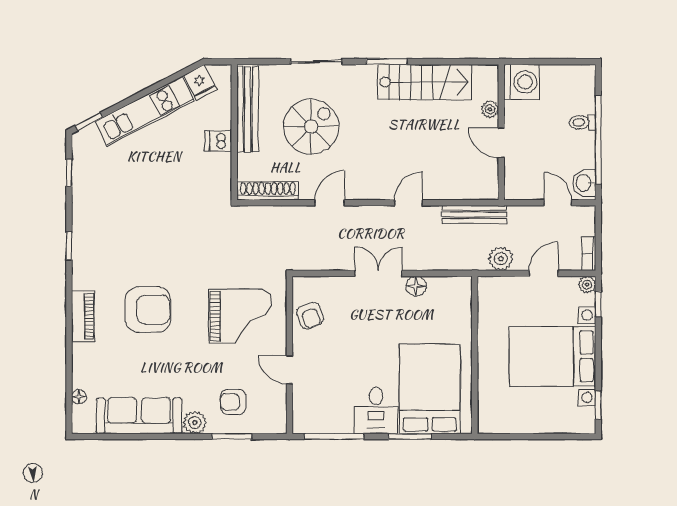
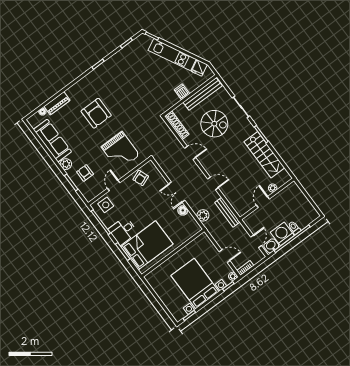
washing machine: (522, 82) -> (282, 234), moved, turned 180
plant: (501, 259) -> (203, 215), moved
double door: (378, 273) -> (177, 192), swing flipped
piano: (83, 316) -> (57, 103), moved
side table: (312, 407) -> (106, 205), added

